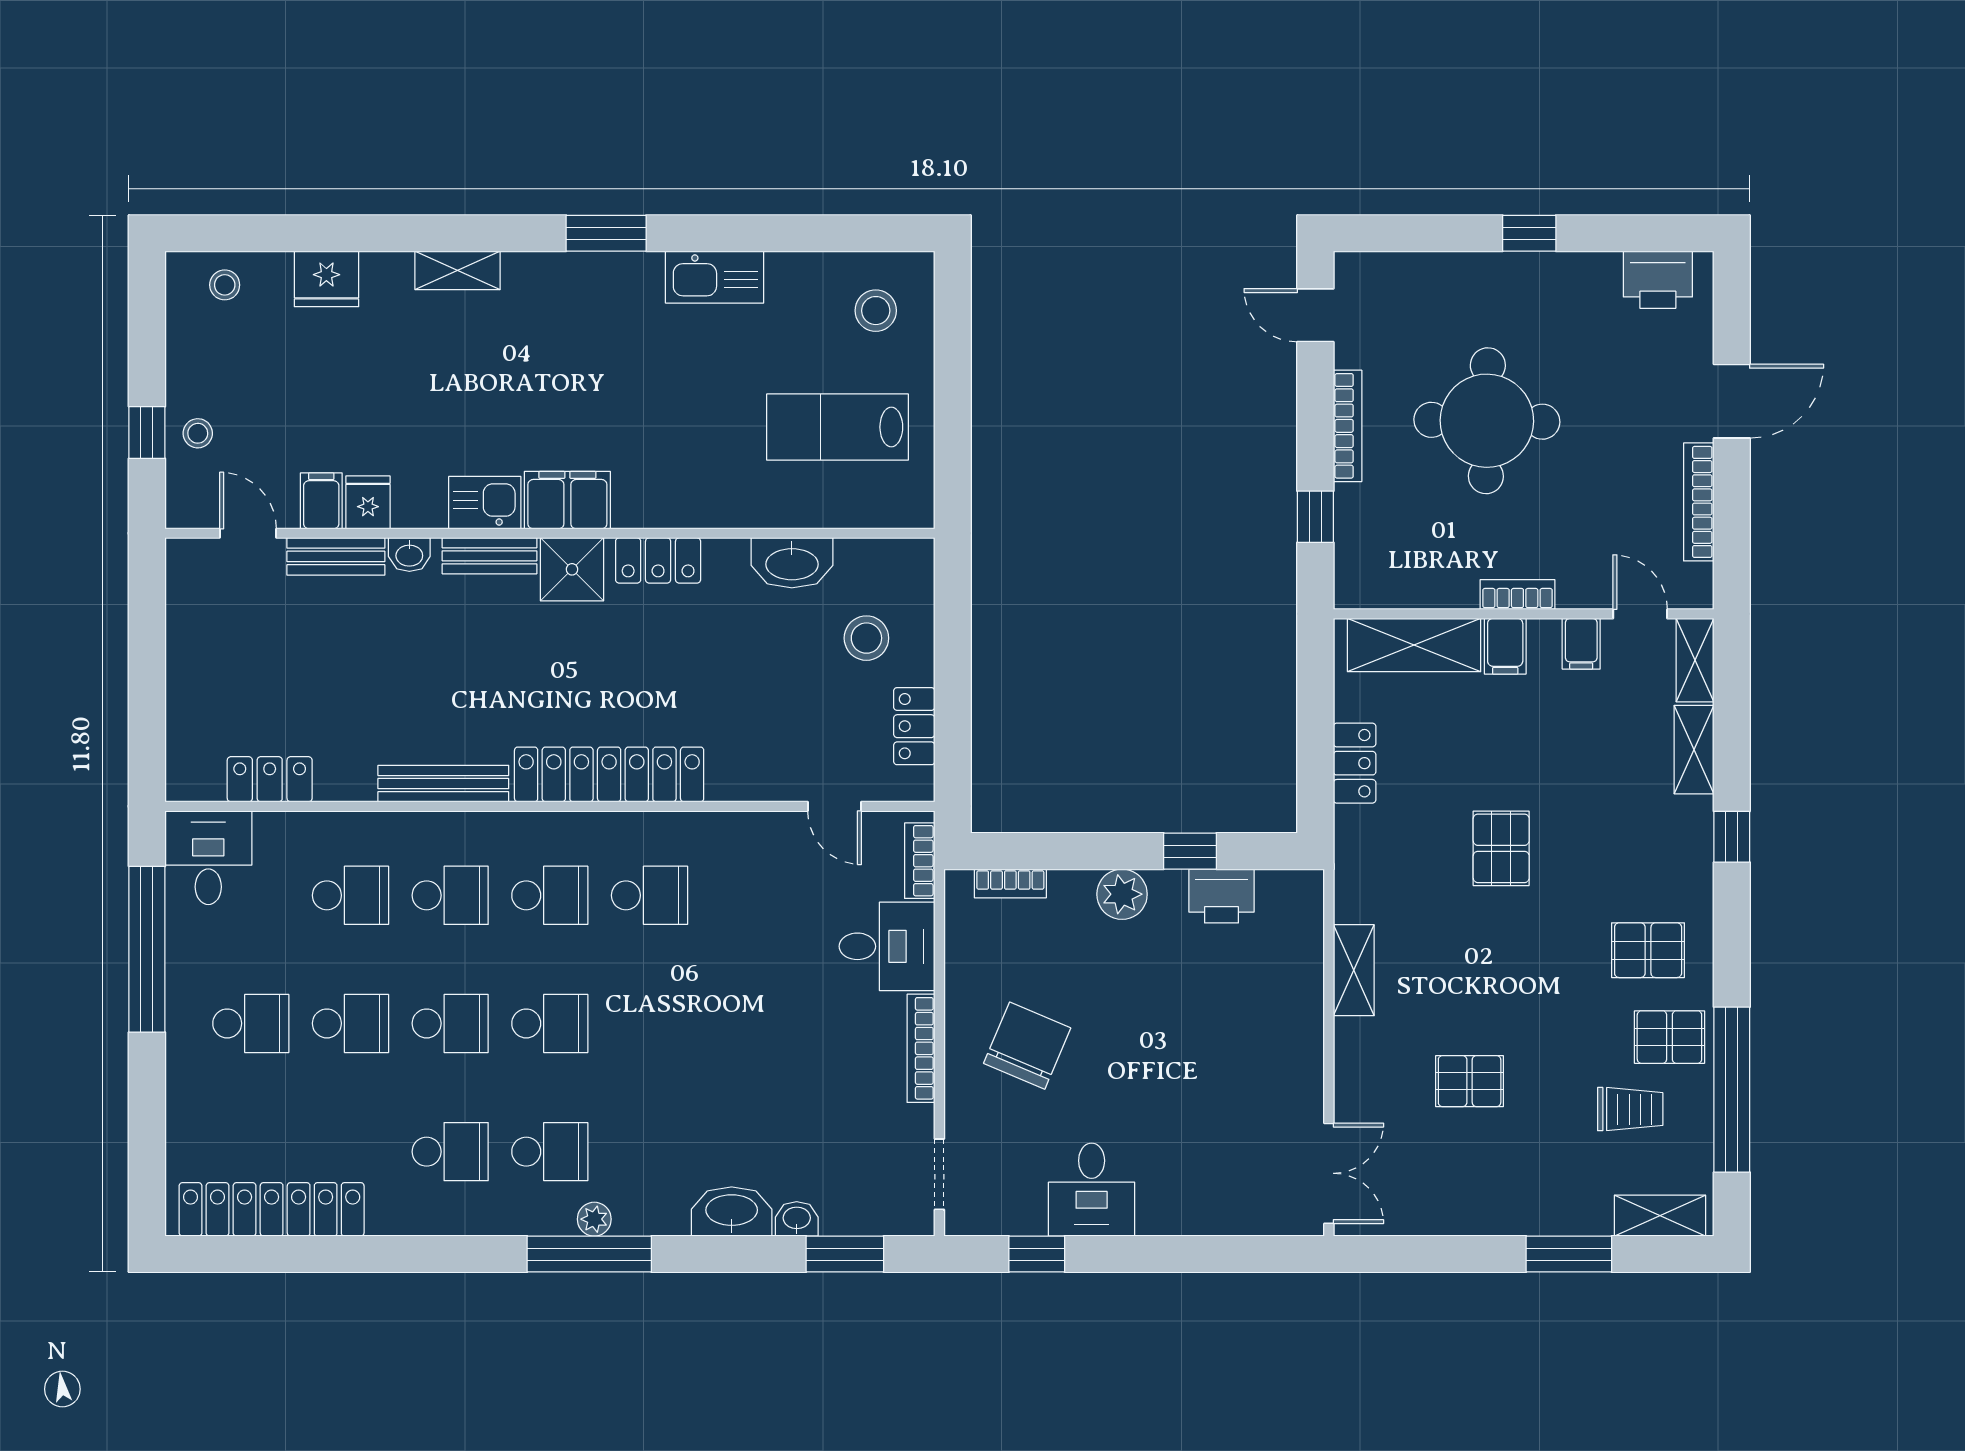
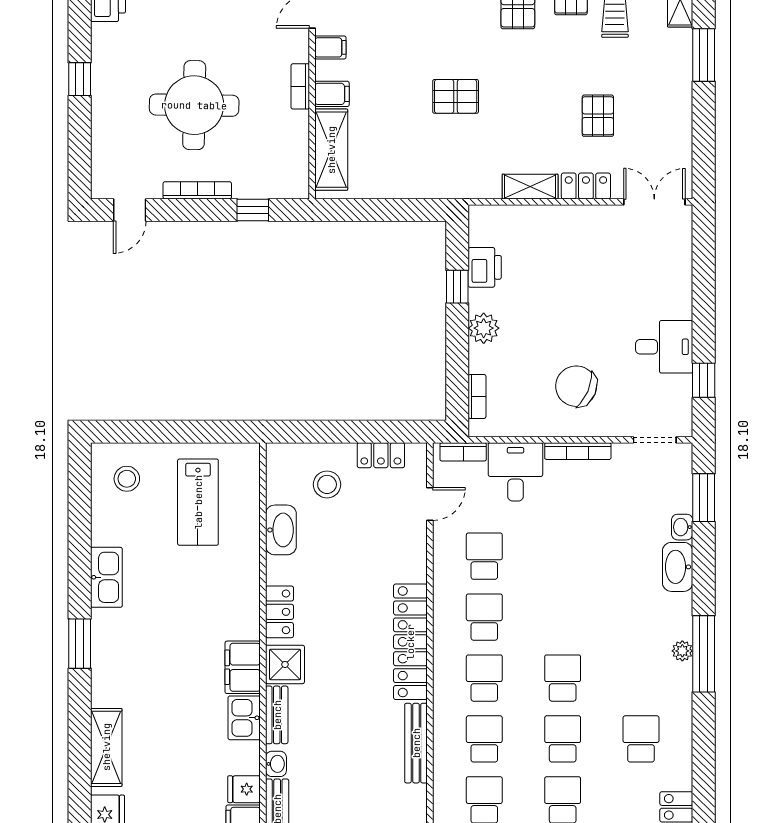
shelving: (458, 270) -> (106, 747), width x1.50, depth x1.33
locker: (1355, 763) -> (586, 186), moved
school desk: (550, 1152) -> (484, 556), moved

